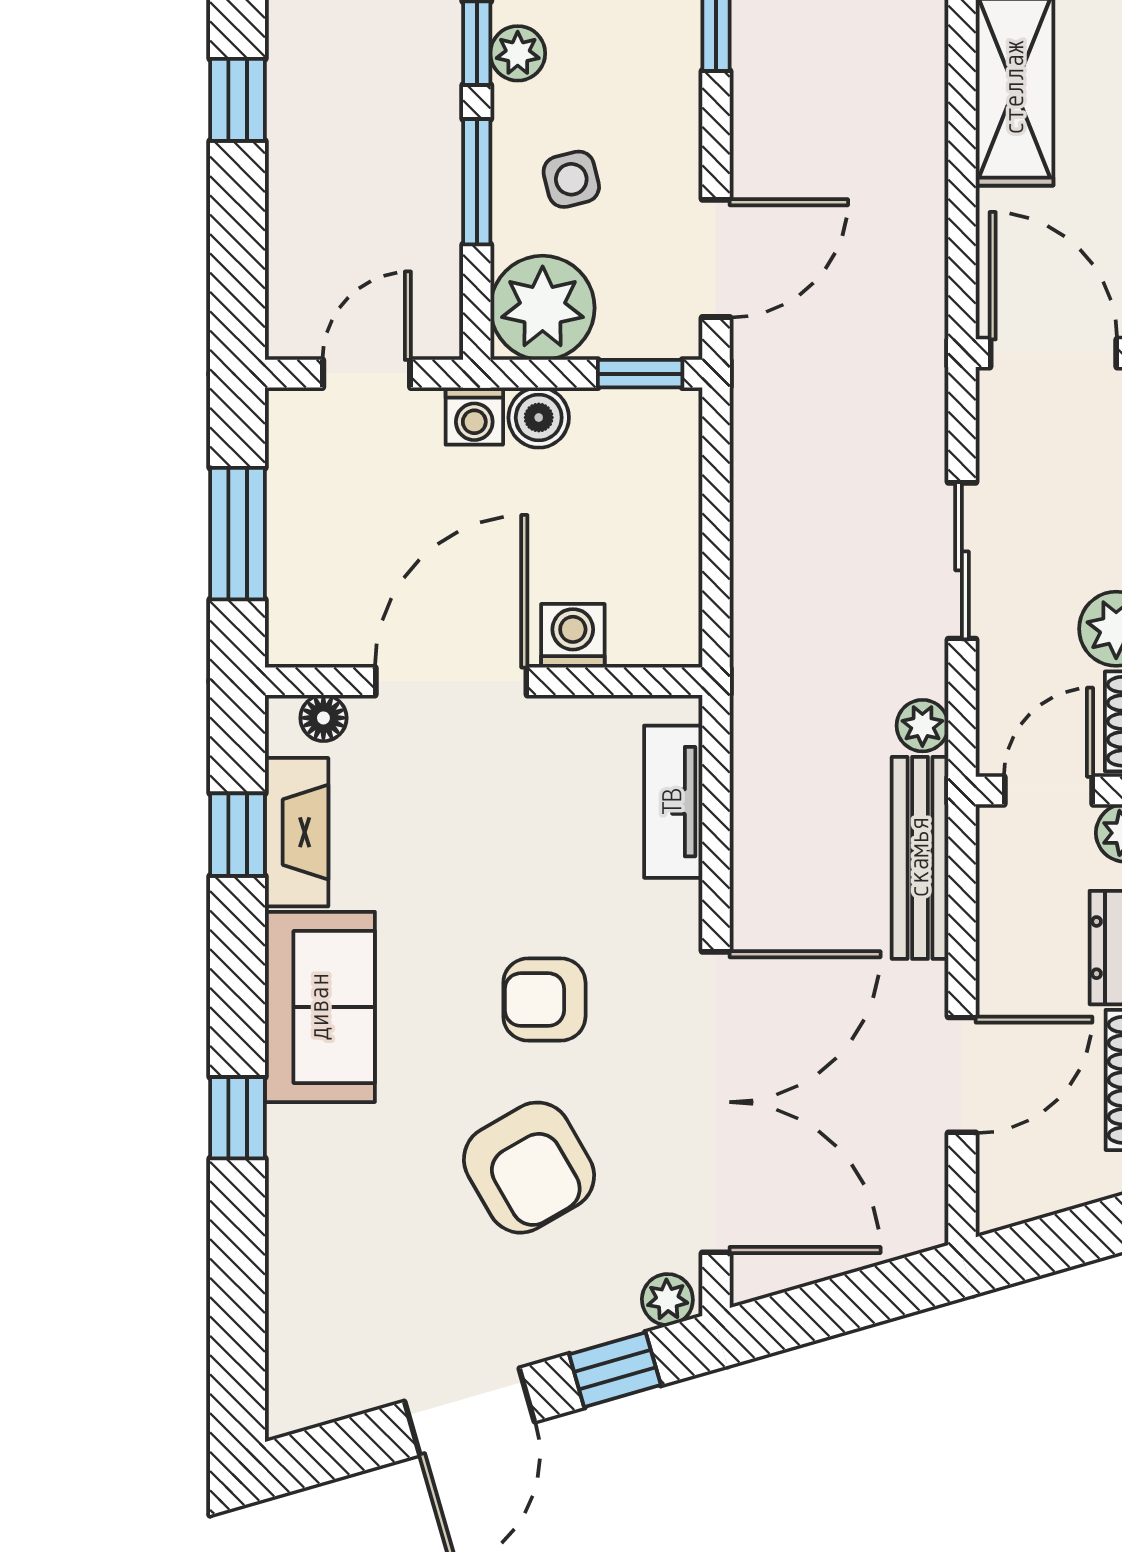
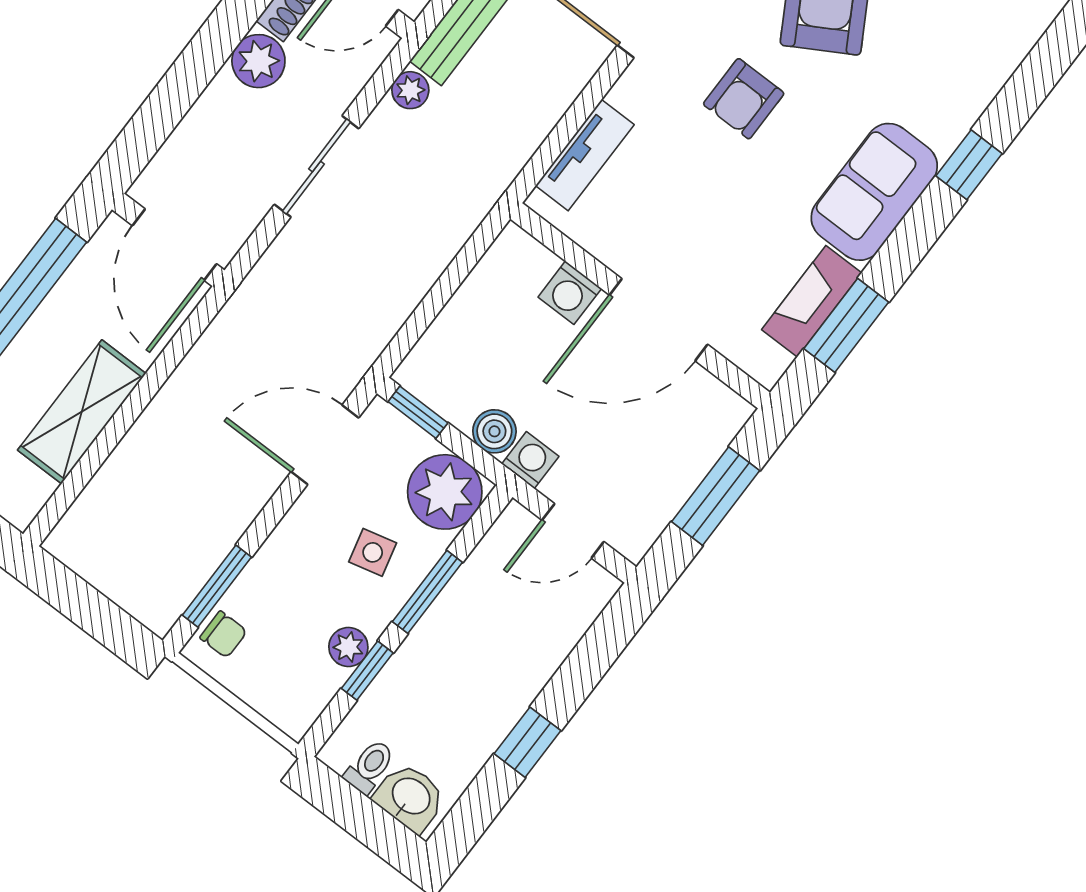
floor lamp: (323, 718) -> (747, 354), removed
window: (238, 835) -> (846, 325), width x1.50
armchair: (544, 1000) -> (744, 99), turned 90

